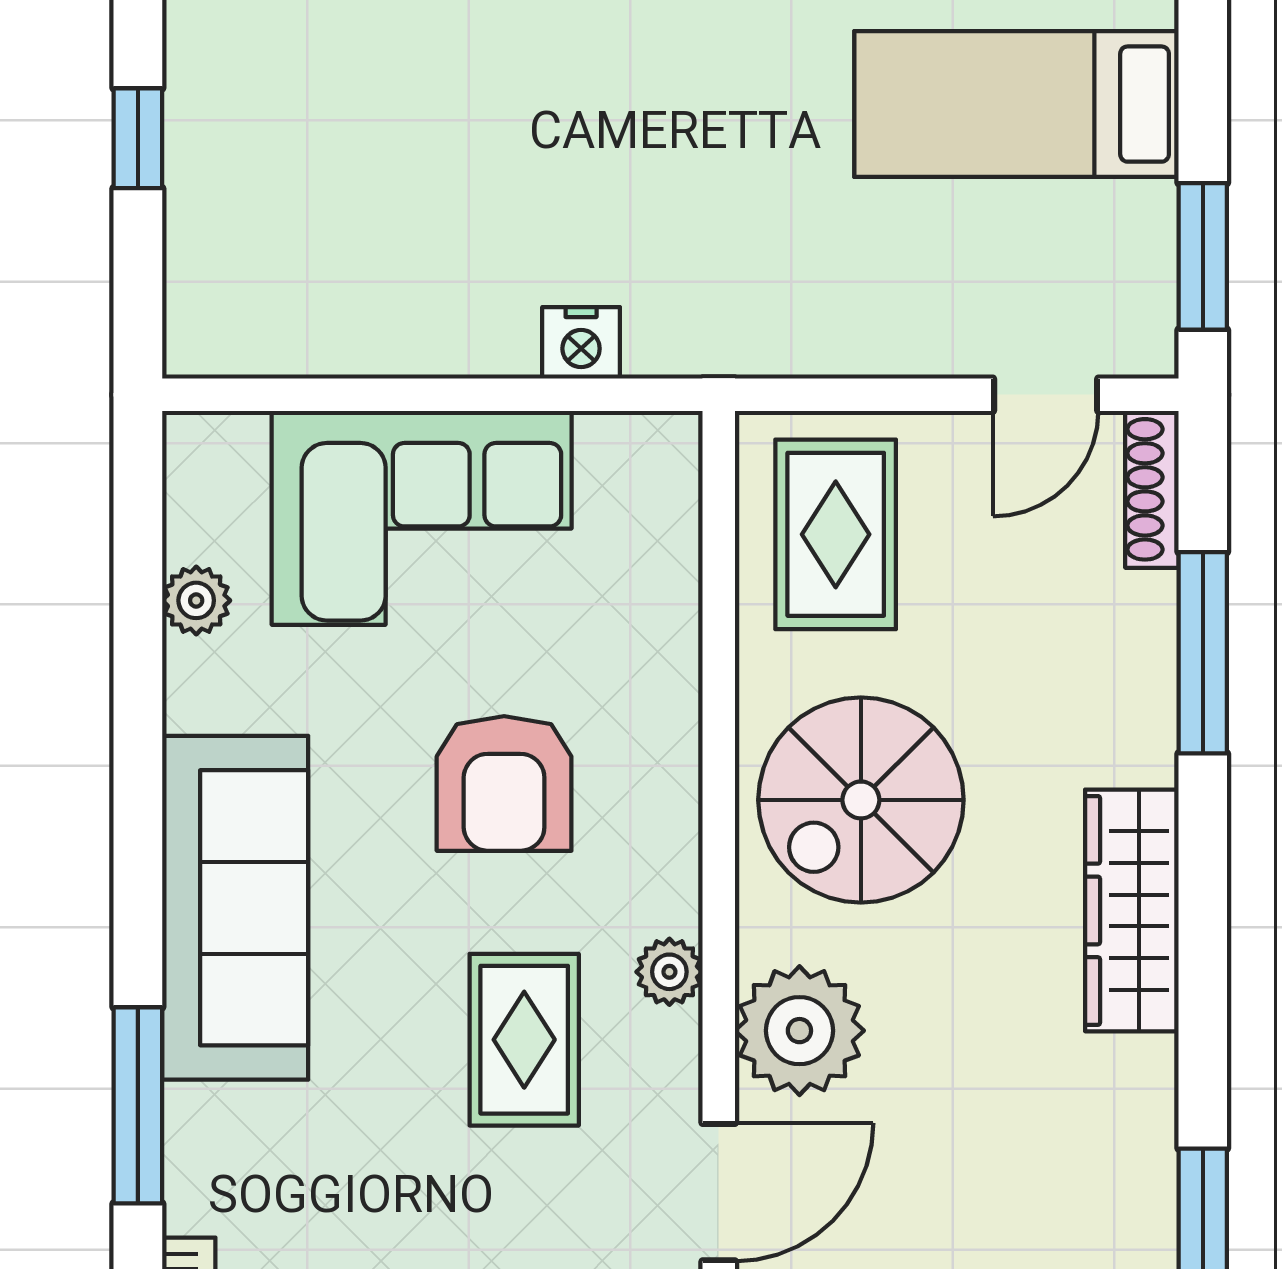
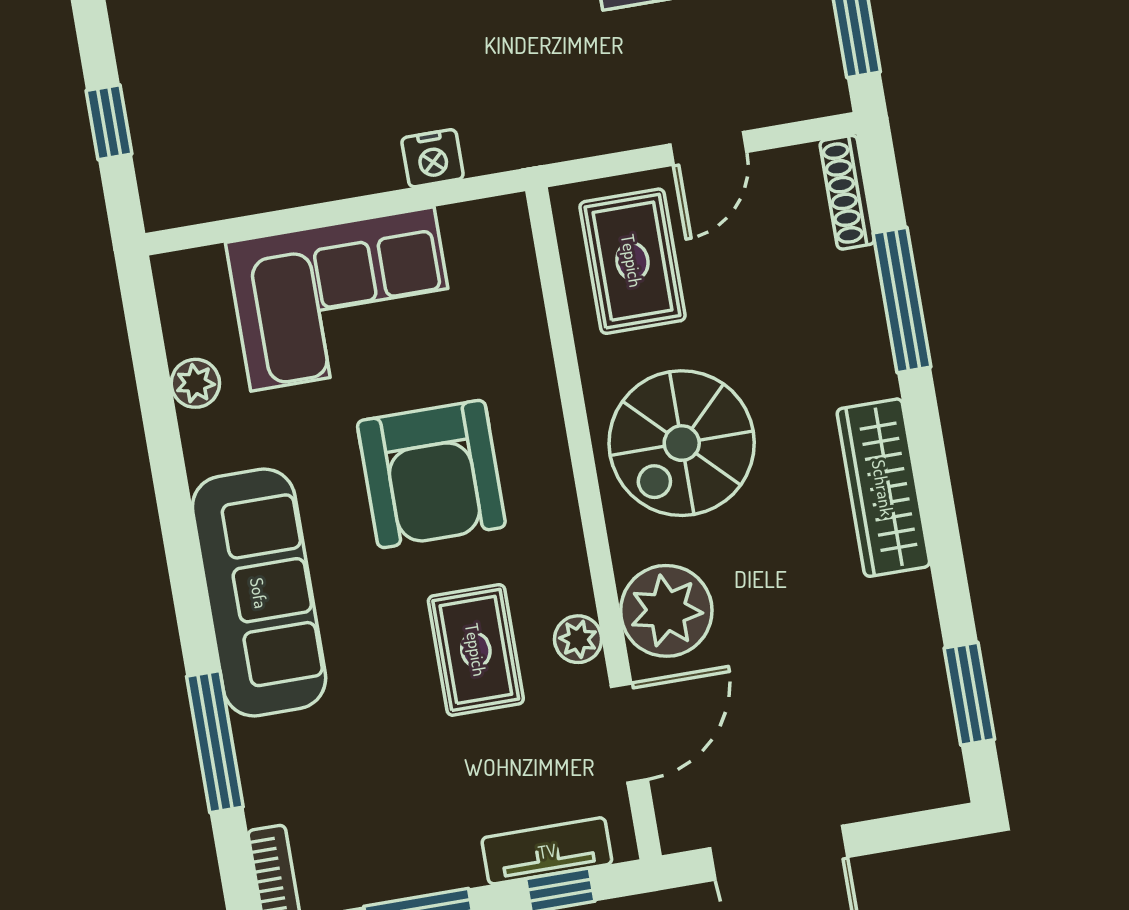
window: (138, 138) -> (109, 122), moved
door: (1046, 395) -> (708, 148), moved
armchair: (504, 783) -> (431, 474), width x1.36, depth x1.36
plant: (669, 972) -> (578, 639), moved

